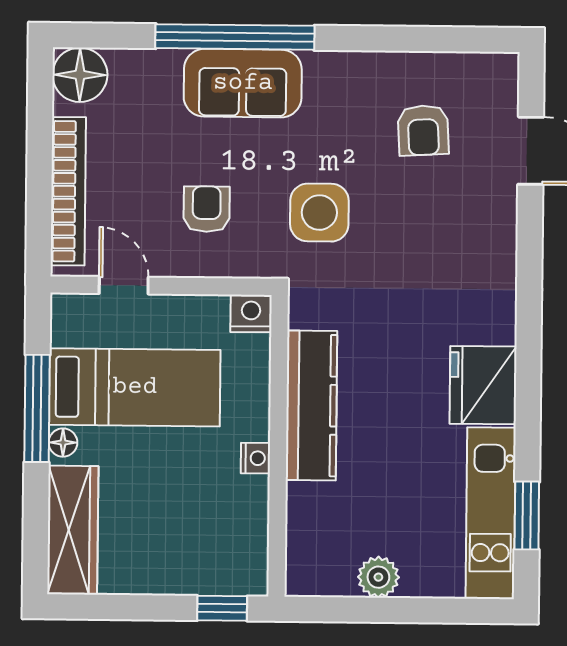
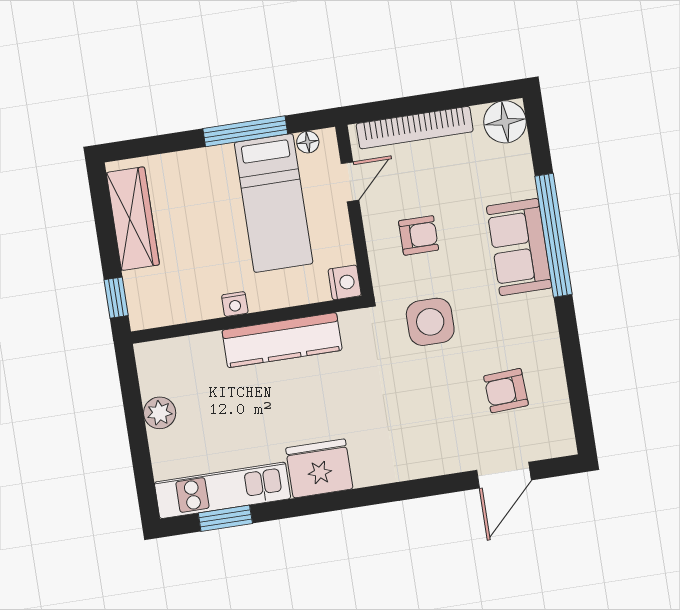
floor lamp: (63, 443) -> (308, 142), moved
wardrobe: (73, 530) -> (133, 219), moved, turned -90

